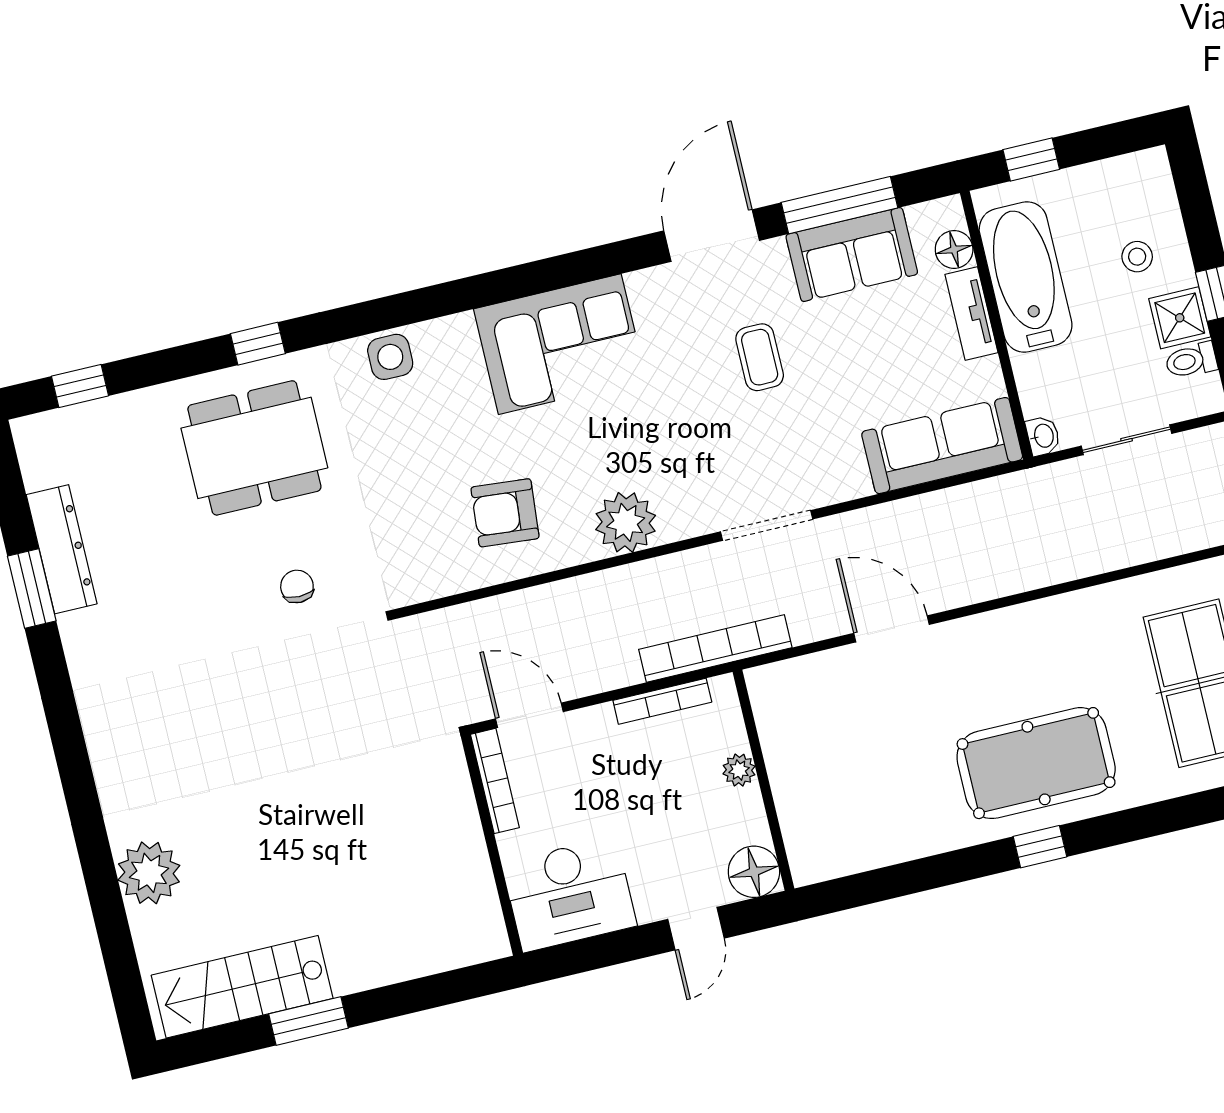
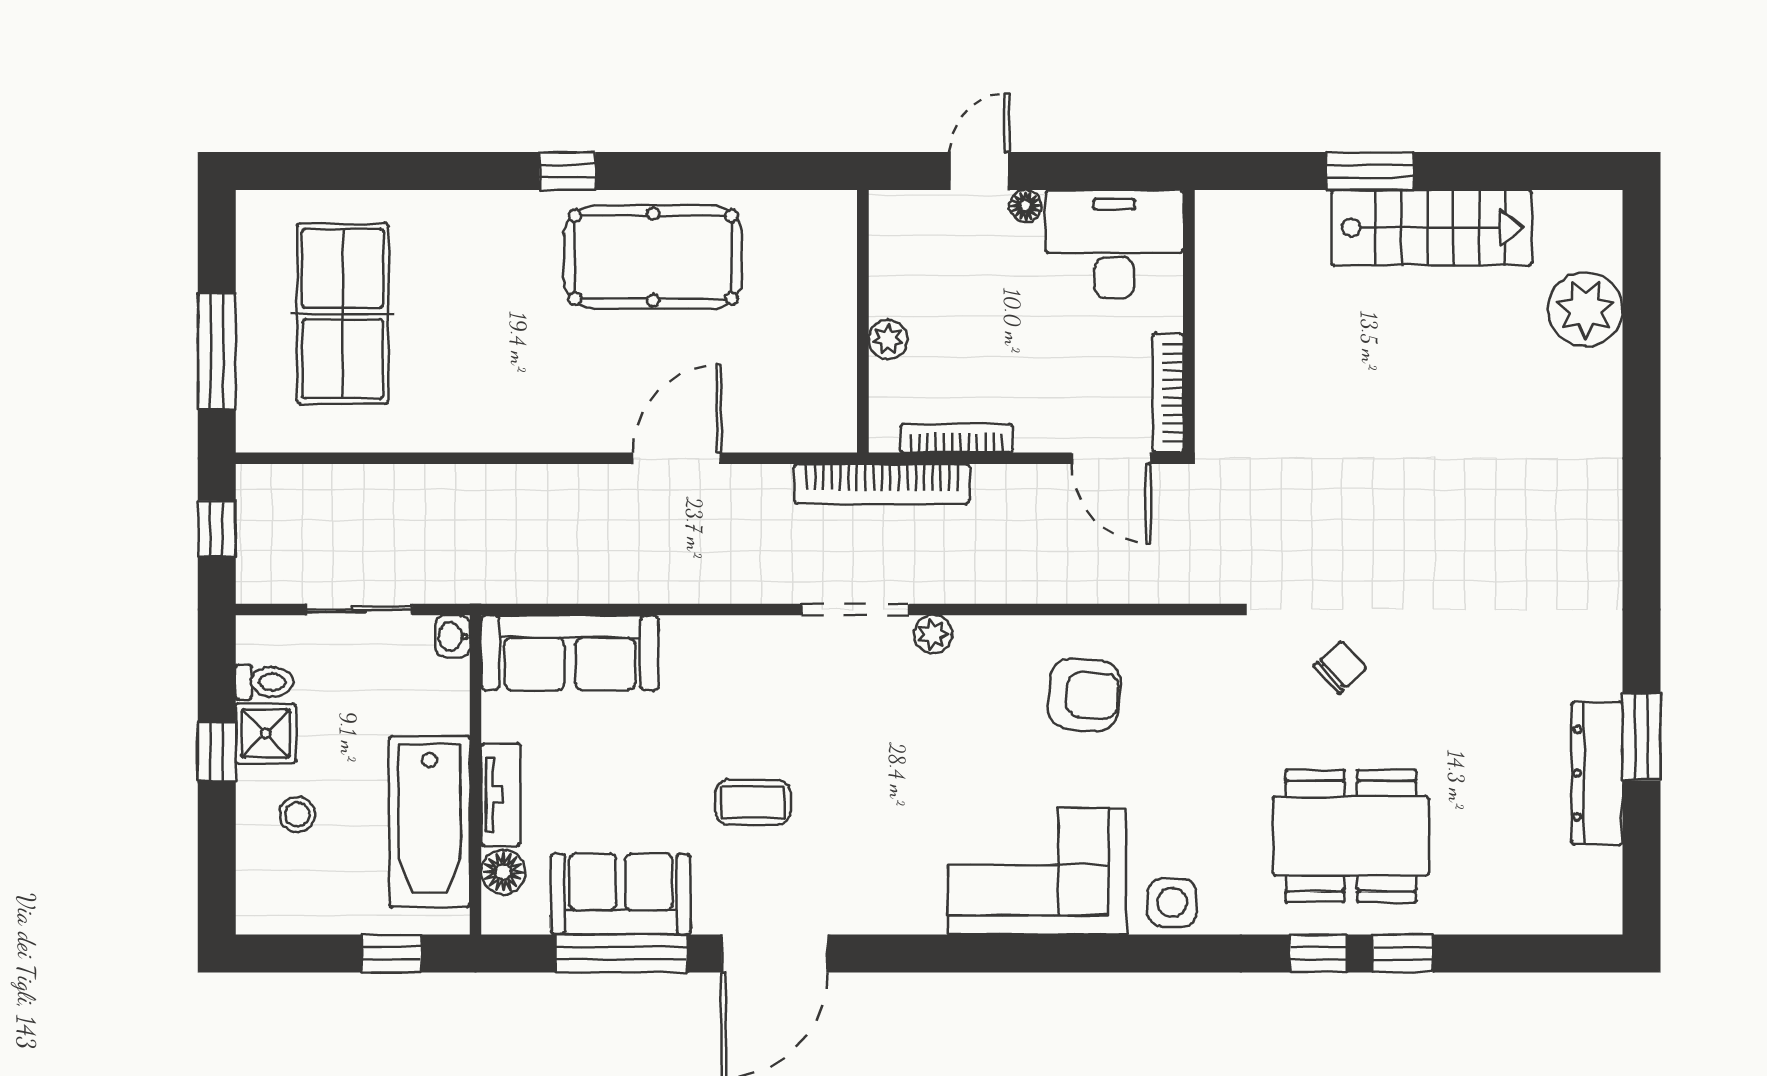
corner sofa: (560, 344) -> (1037, 871), moved
coffee table: (760, 357) -> (753, 802), turned 90
window: (80, 386) -> (1403, 953), moved
plant: (626, 522) -> (933, 634), width x0.53, depth x0.53
doorway: (767, 525) -> (855, 609), moved
chair: (297, 586) -> (1340, 667), turned -133
door: (892, 629) -> (677, 458), swing flipped
pool table: (1036, 763) -> (653, 257), moved
floor lamp: (754, 872) -> (1025, 206), moved, width x0.53, depth x0.53
plant: (149, 873) -> (1585, 309), moved
stairs: (242, 987) -> (1432, 228), moved
window: (309, 1021) -> (1370, 171), moved

